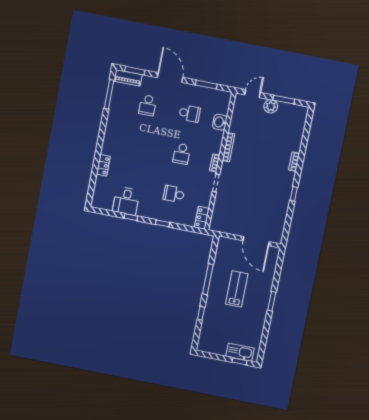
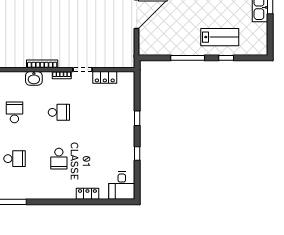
washbasin: (220, 122) -> (34, 78), moved
school desk: (174, 194) -> (59, 159), moved
desk: (126, 201) -> (122, 186), moved, turned 90
locker: (202, 218) -> (105, 77), moved
lab bench: (237, 289) -> (220, 37), moved, turned 180

